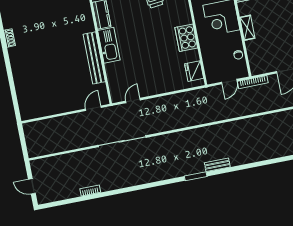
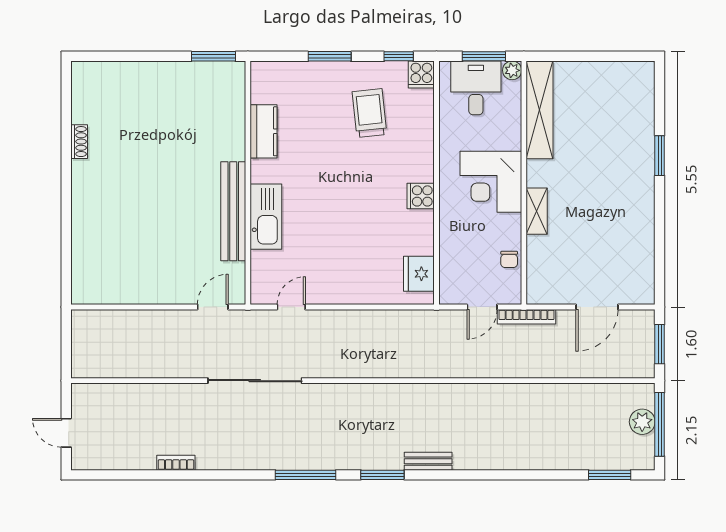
cooker: (186, 38) -> (421, 196), width x0.53, depth x0.76
kitchen sink: (109, 45) -> (266, 217), moved
window: (157, 184) -> (306, 475), added

